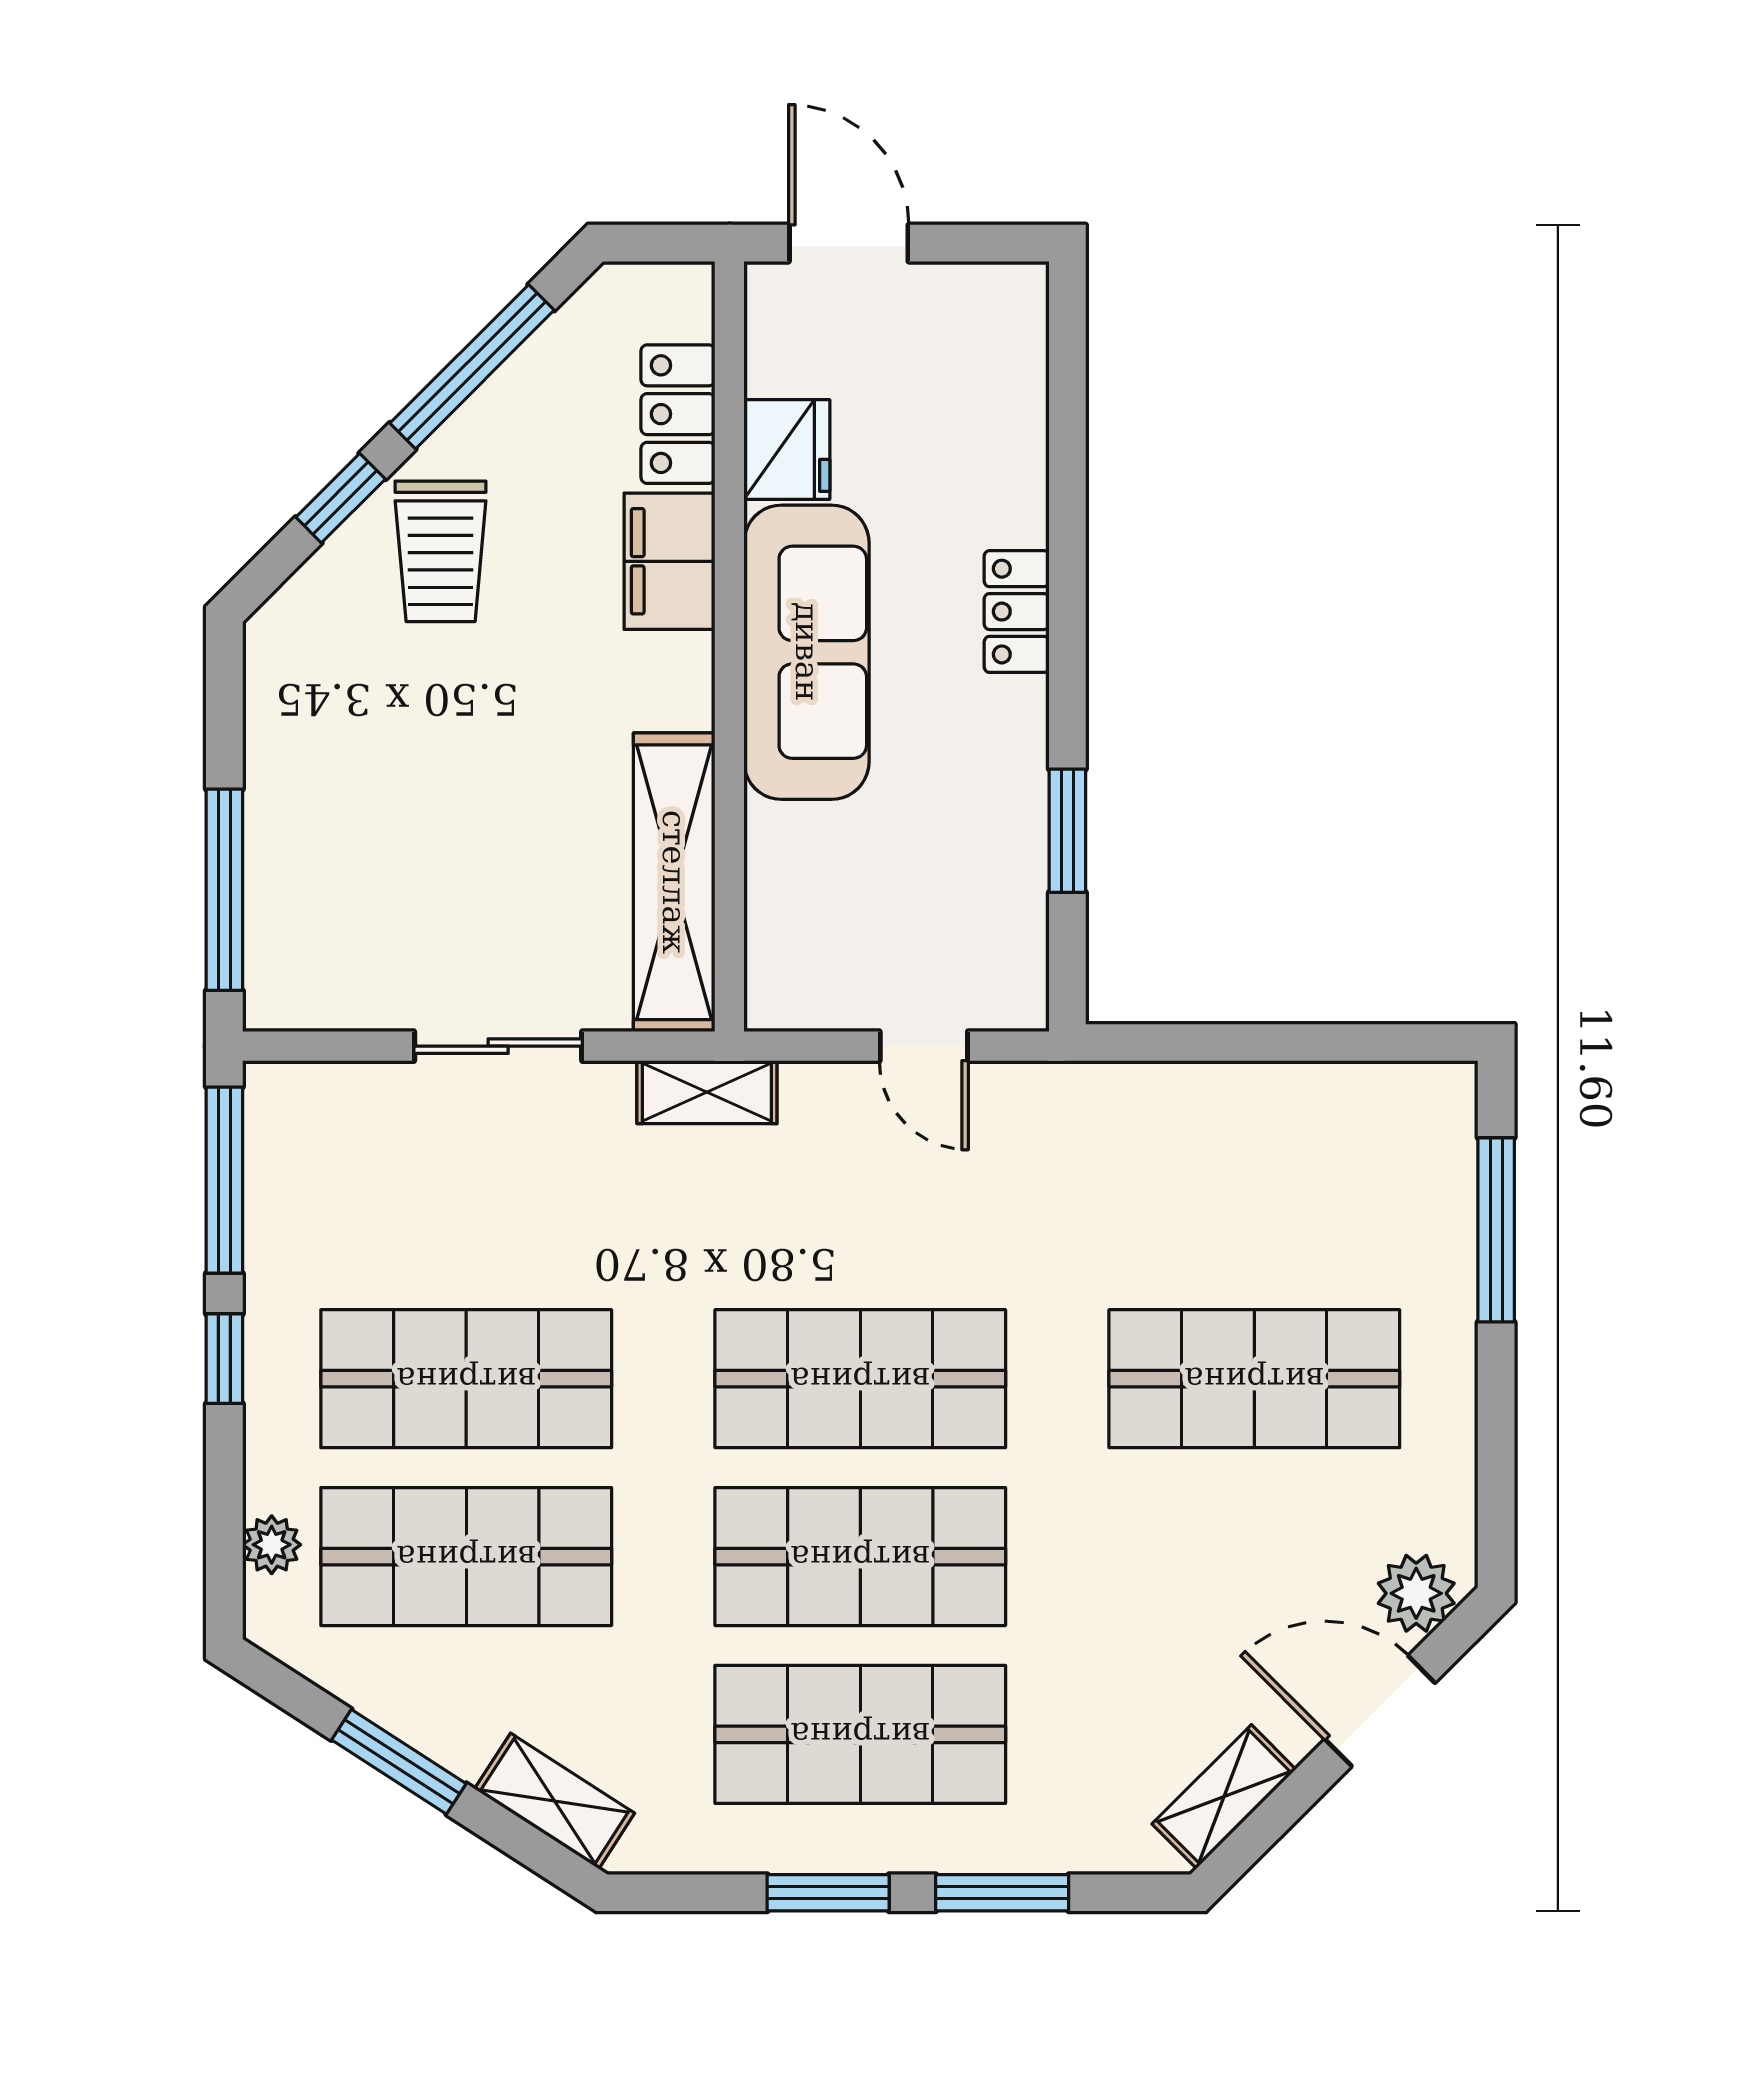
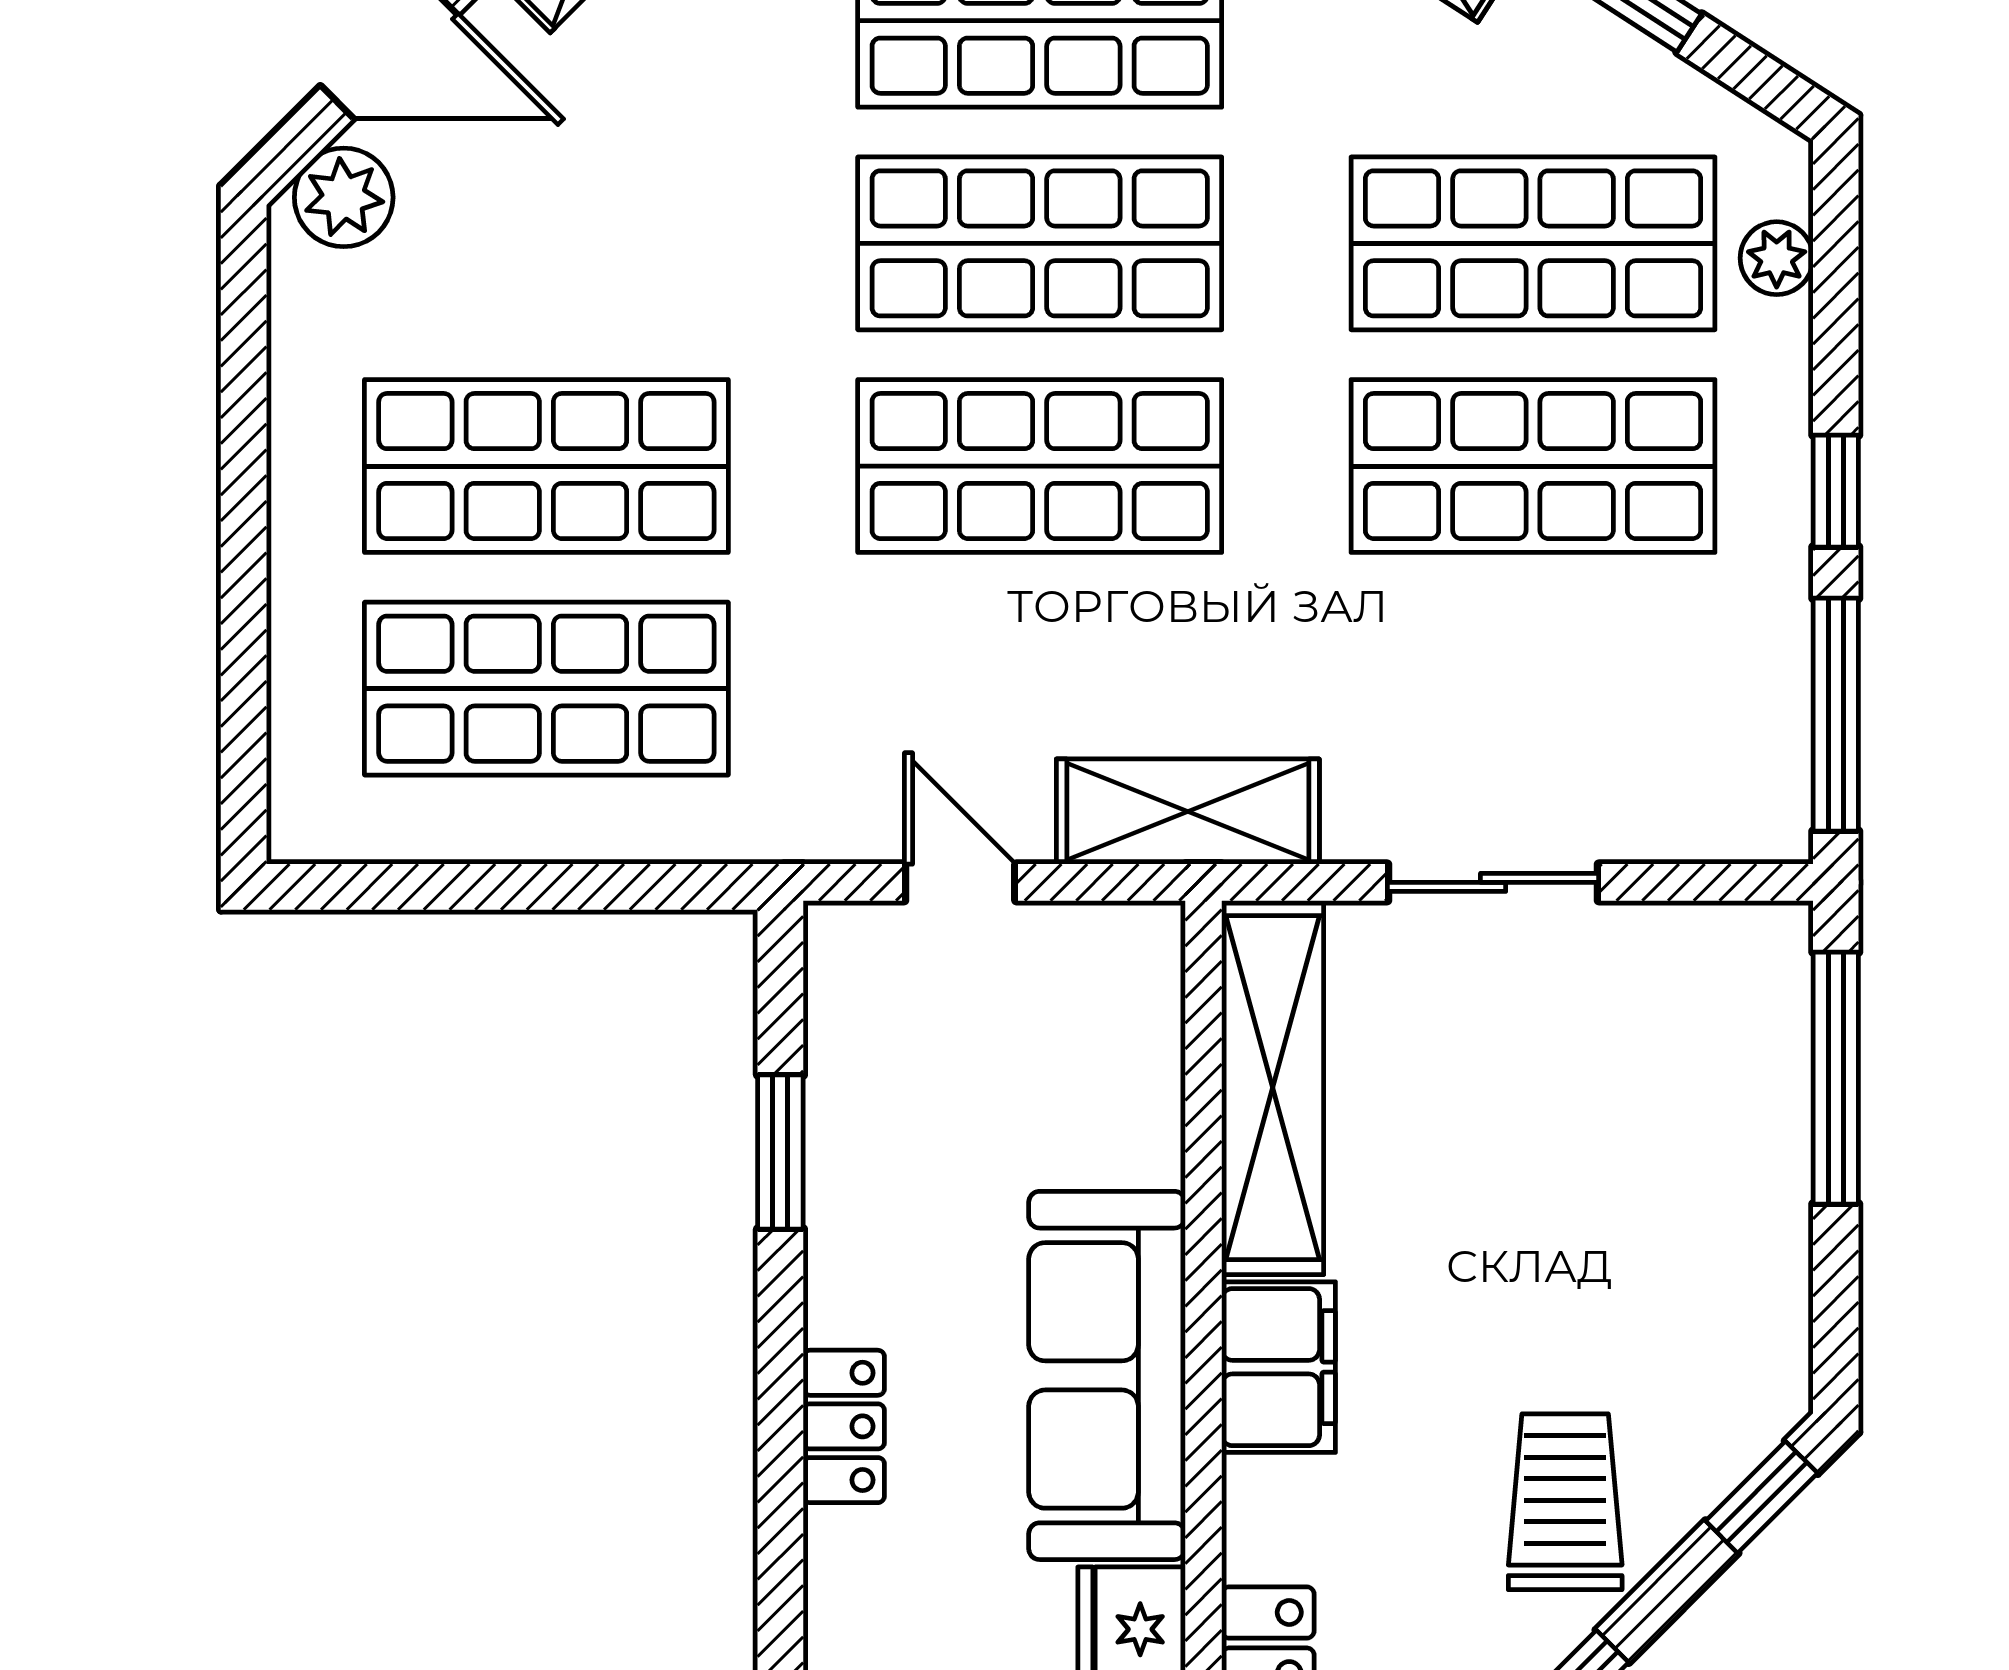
window: (341, 498) -> (1762, 1497), moved
filing cabinet: (669, 561) -> (1279, 1367), moved
shelving: (707, 1092) -> (1188, 812), width x1.50, depth x1.33
shop shelf: (1254, 1201) -> (546, 689), added
window: (1496, 1230) -> (244, 652), removed

